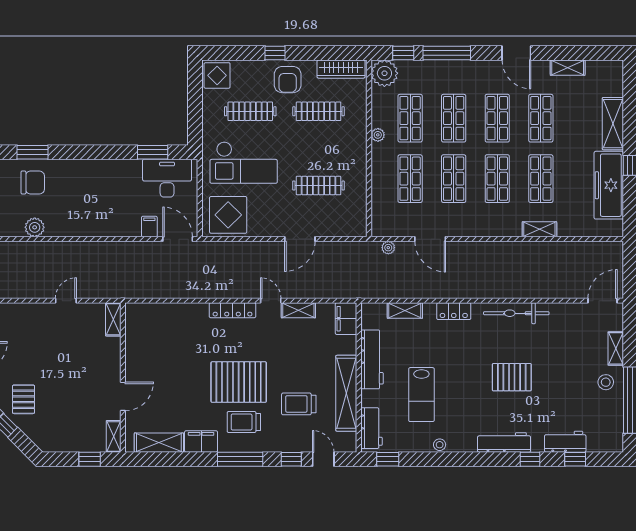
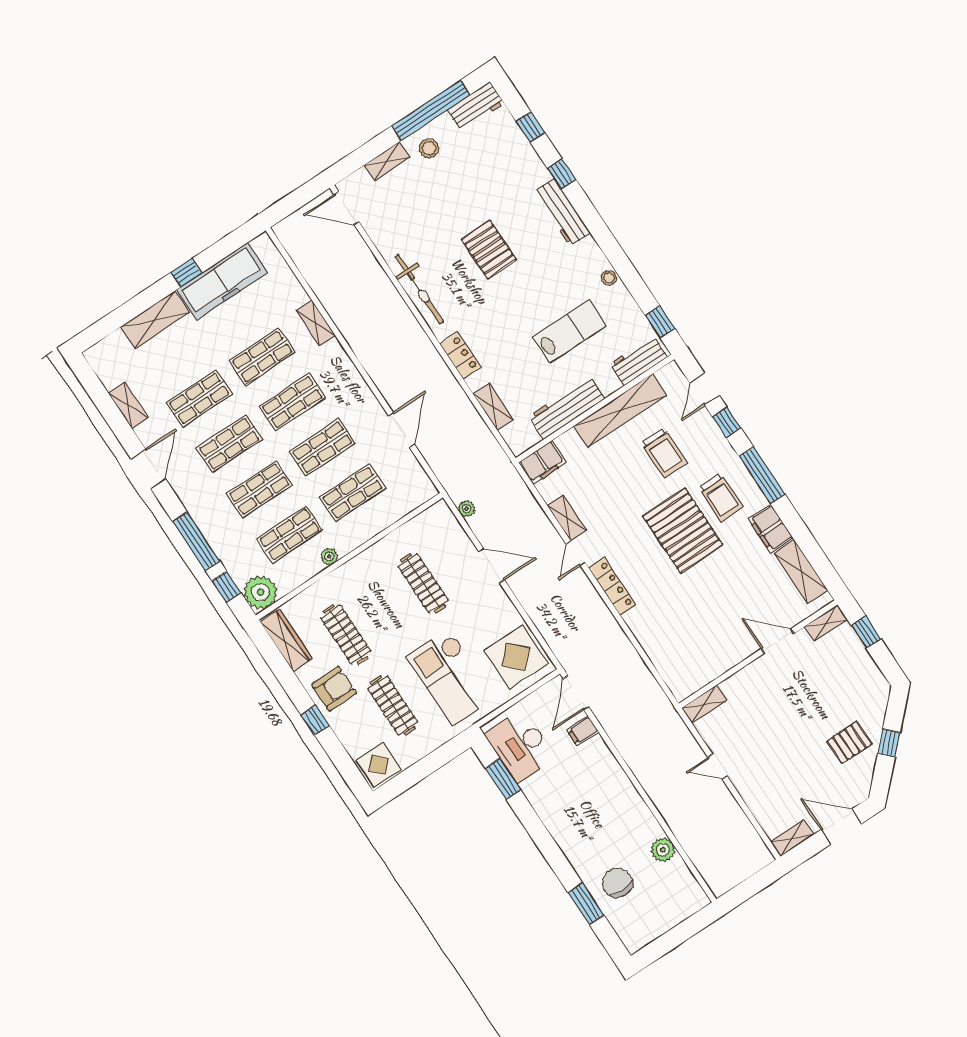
checkout: (244, 163) -> (451, 677), turned 180
plant: (388, 248) -> (467, 509), moved
workbench: (565, 442) -> (476, 107), moved, turned -90

